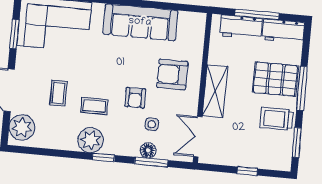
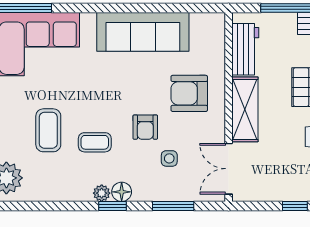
workbench: (241, 27) -> (245, 49), moved, turned -90
coffee table: (58, 93) -> (48, 130), width x1.36, depth x1.30
plant: (91, 140) -> (102, 193), width x0.53, depth x0.53
floor lamp: (148, 150) -> (122, 192), moved

